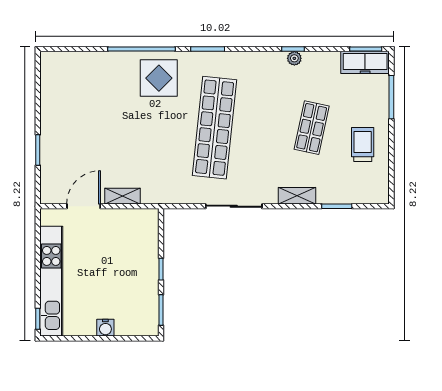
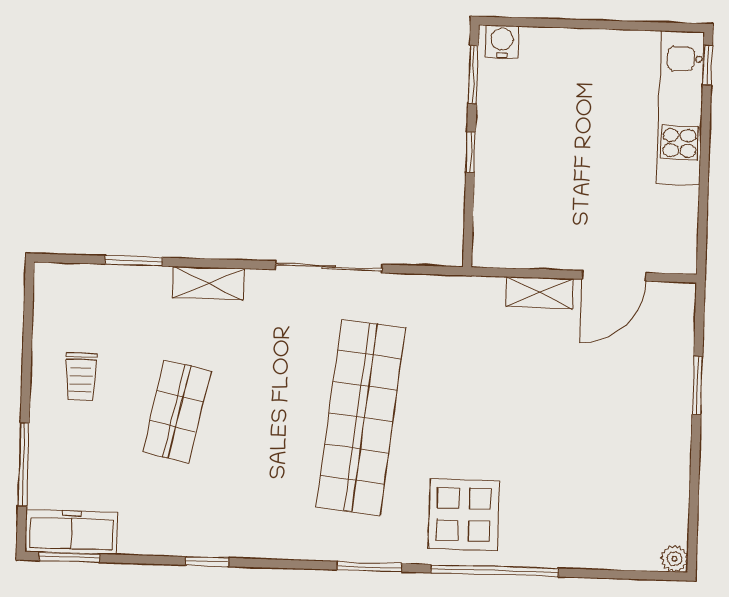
plant: (294, 58) -> (674, 559), moved
trolley: (363, 145) -> (81, 376), width x0.73, depth x0.72
kitchen unit: (51, 281) -> (680, 108), width x0.73
water cooler: (105, 328) -> (502, 42), moved

